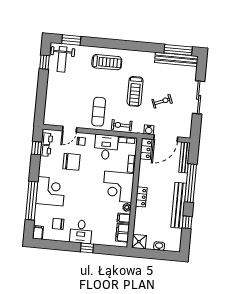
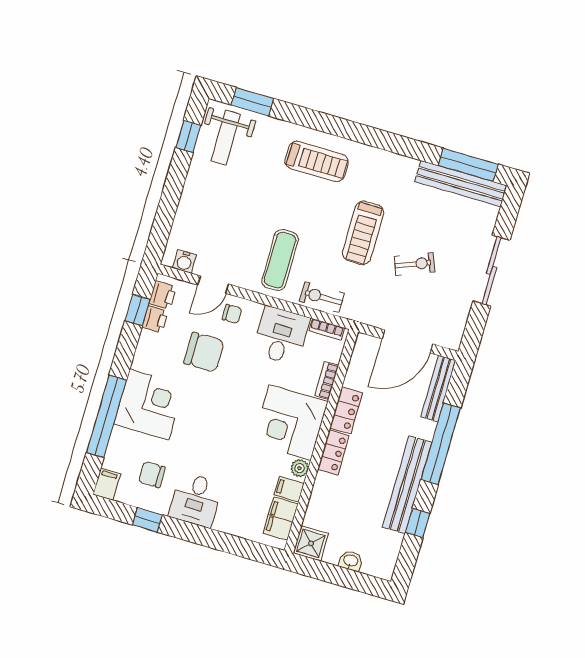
water cooler: (149, 130) -> (184, 261), moved
locker: (146, 149) -> (346, 410), moved
window: (87, 248) -> (147, 520), moved

